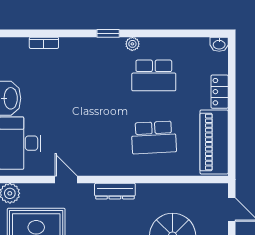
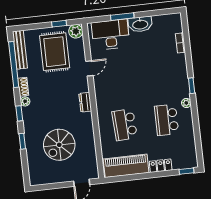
washbasin: (219, 44) -> (193, 162), removed
window: (232, 55) -> (186, 171), added
dresser: (115, 191) -> (85, 102), width x0.70

